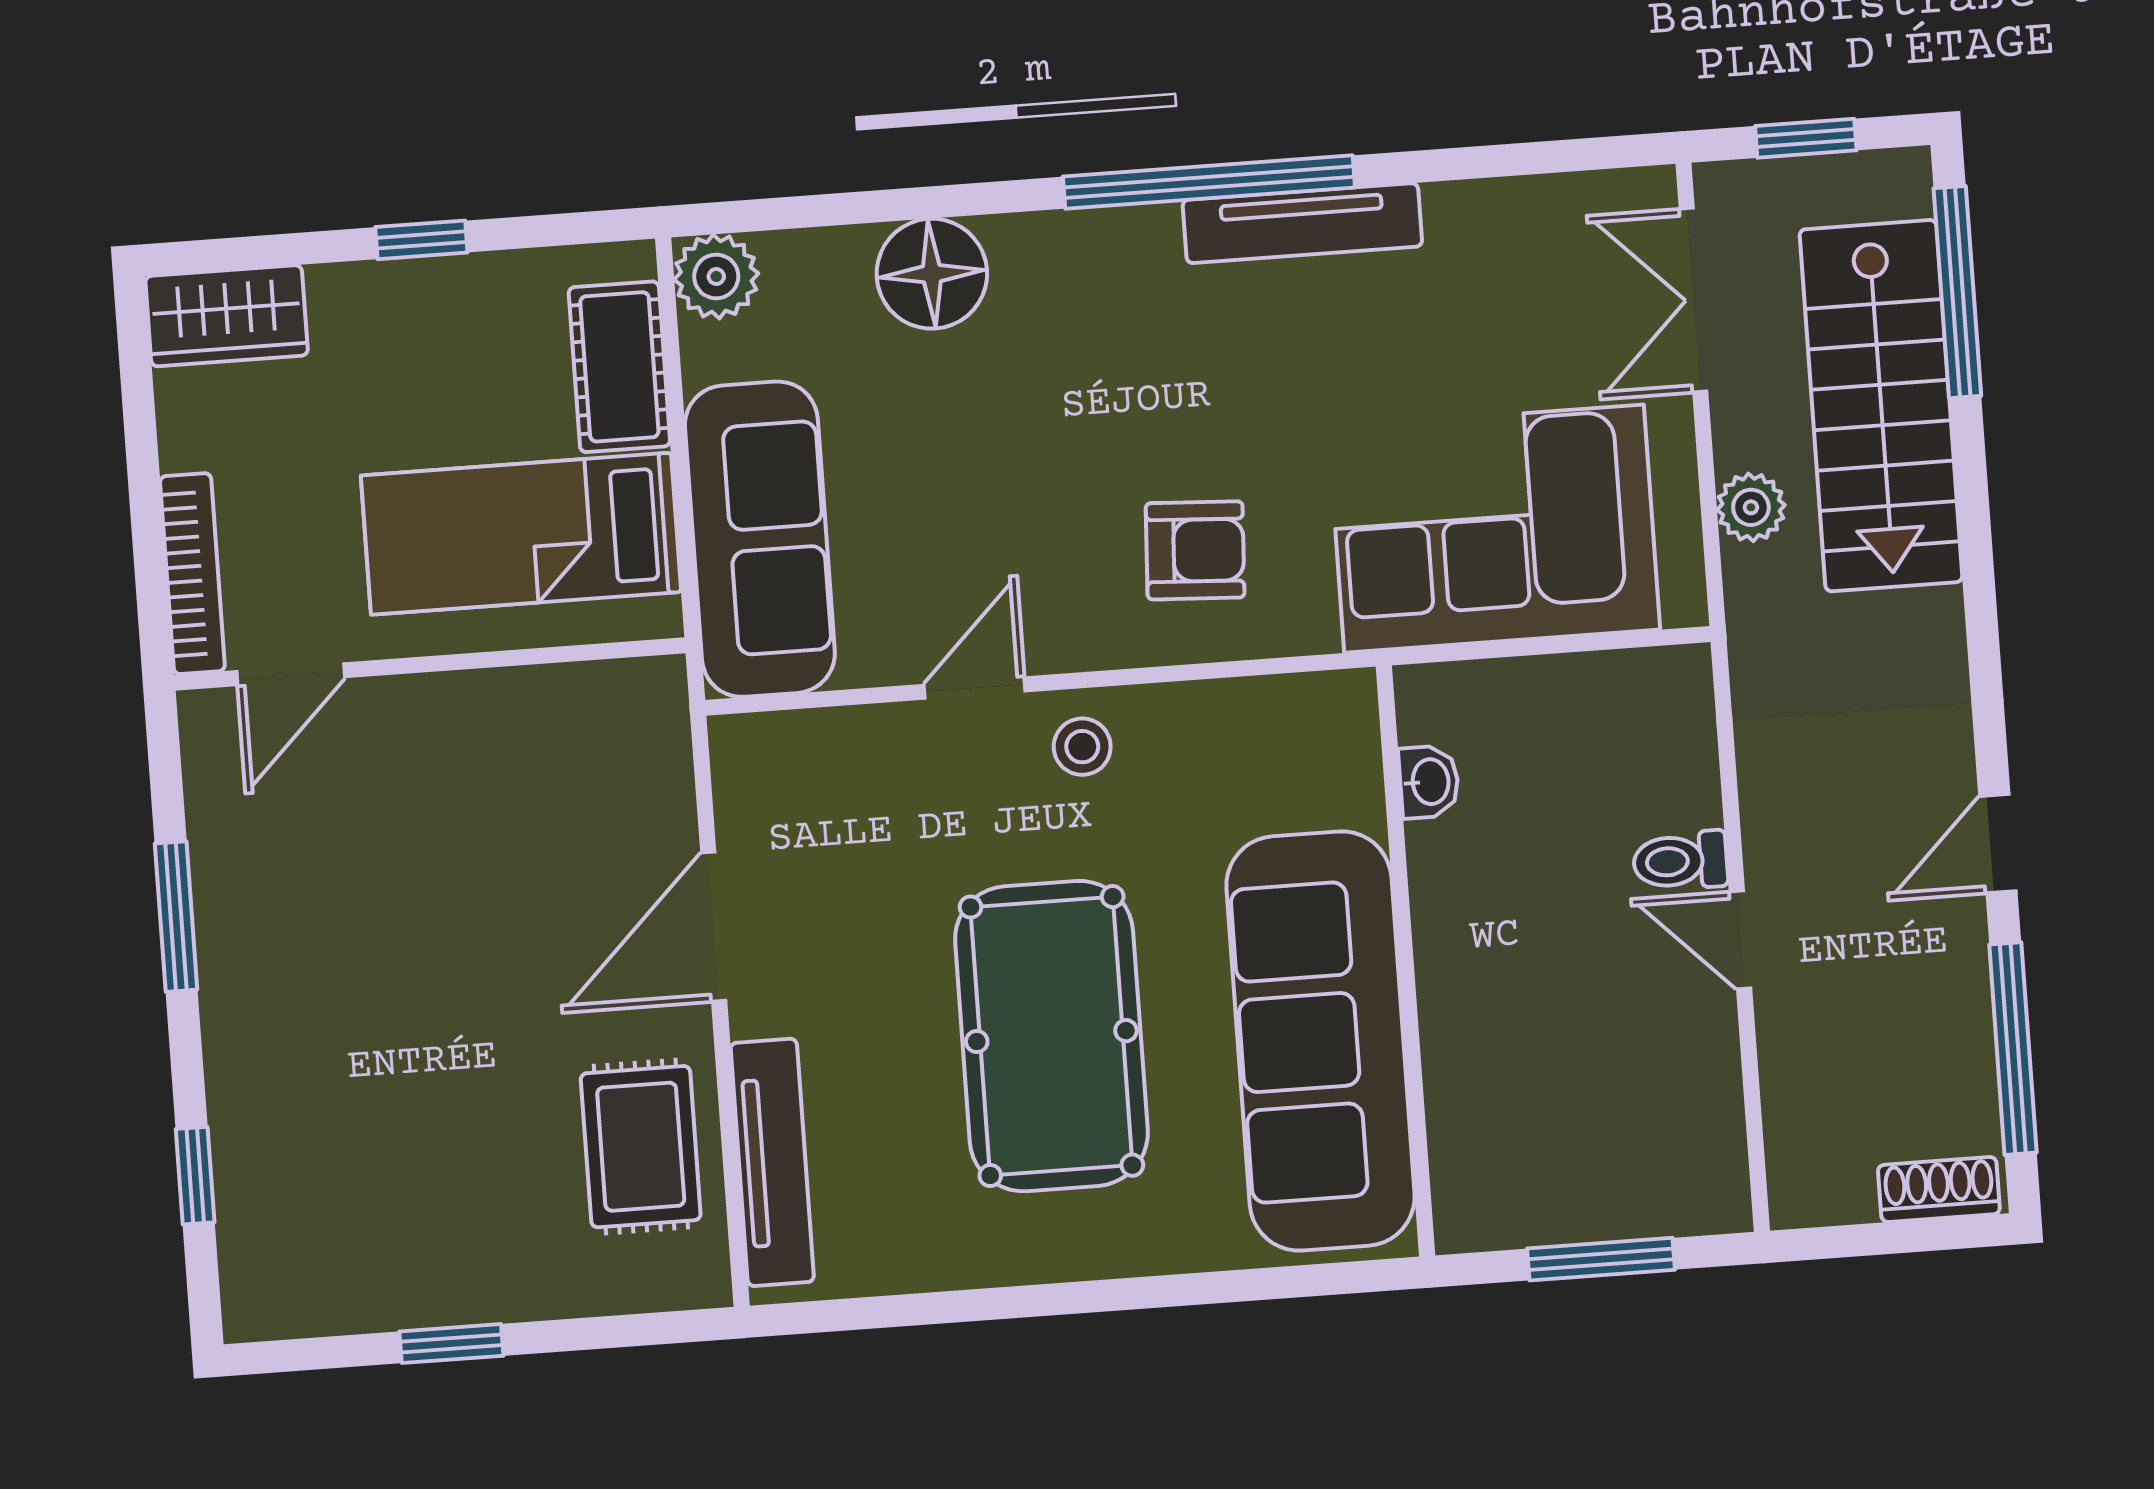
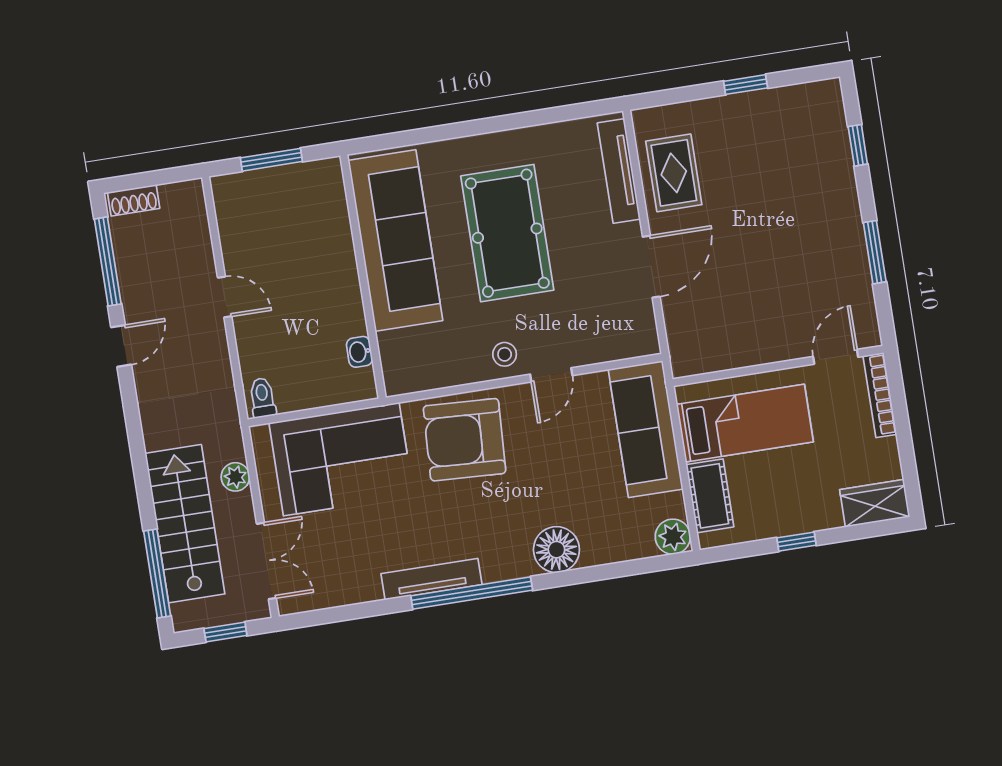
floor lamp: (932, 274) -> (556, 550), moved
armchair: (1195, 550) -> (465, 440), width x1.88, depth x1.88
toilet: (1680, 861) -> (262, 398), moved, turned -90

